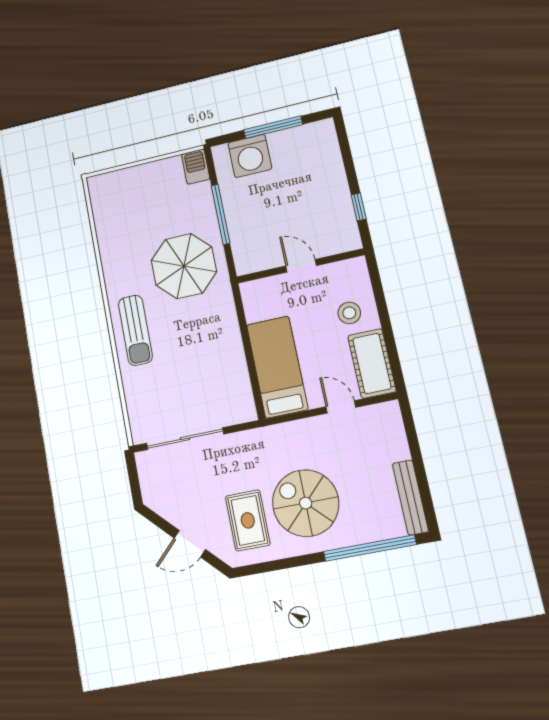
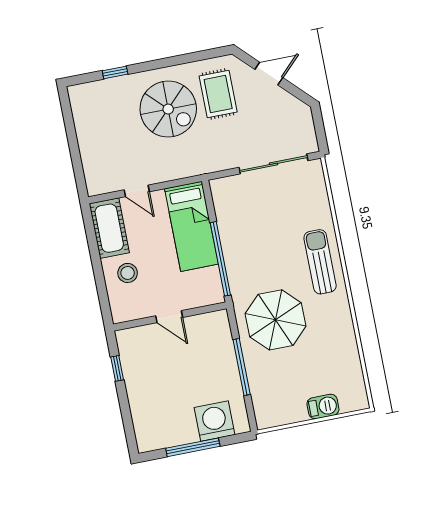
barbecue: (196, 167) -> (323, 407), moved, turned -90
window: (244, 331) -> (220, 259), added
bench: (410, 497) -> (80, 115), removed
window: (370, 548) -> (115, 72), width x0.32

